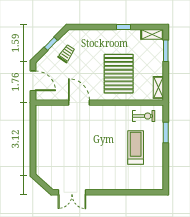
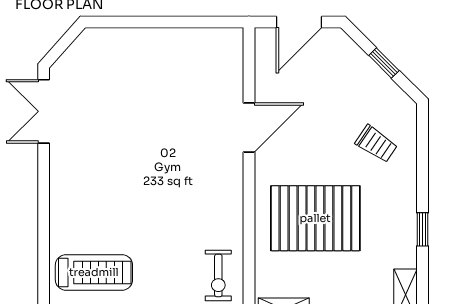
trolley: (66, 54) -> (376, 144), moved
treadmill: (136, 148) -> (94, 272), moved

